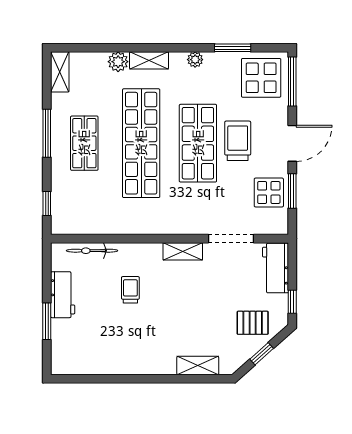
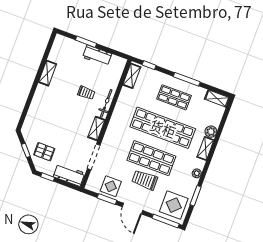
trolley: (238, 141) -> (145, 180), turned 180
shelving: (75, 225) -> (132, 76), added
bicycle: (92, 251) -> (106, 103), moved
pallet: (253, 323) -> (44, 152), turned 90
shelving: (198, 366) -> (47, 73), moved

